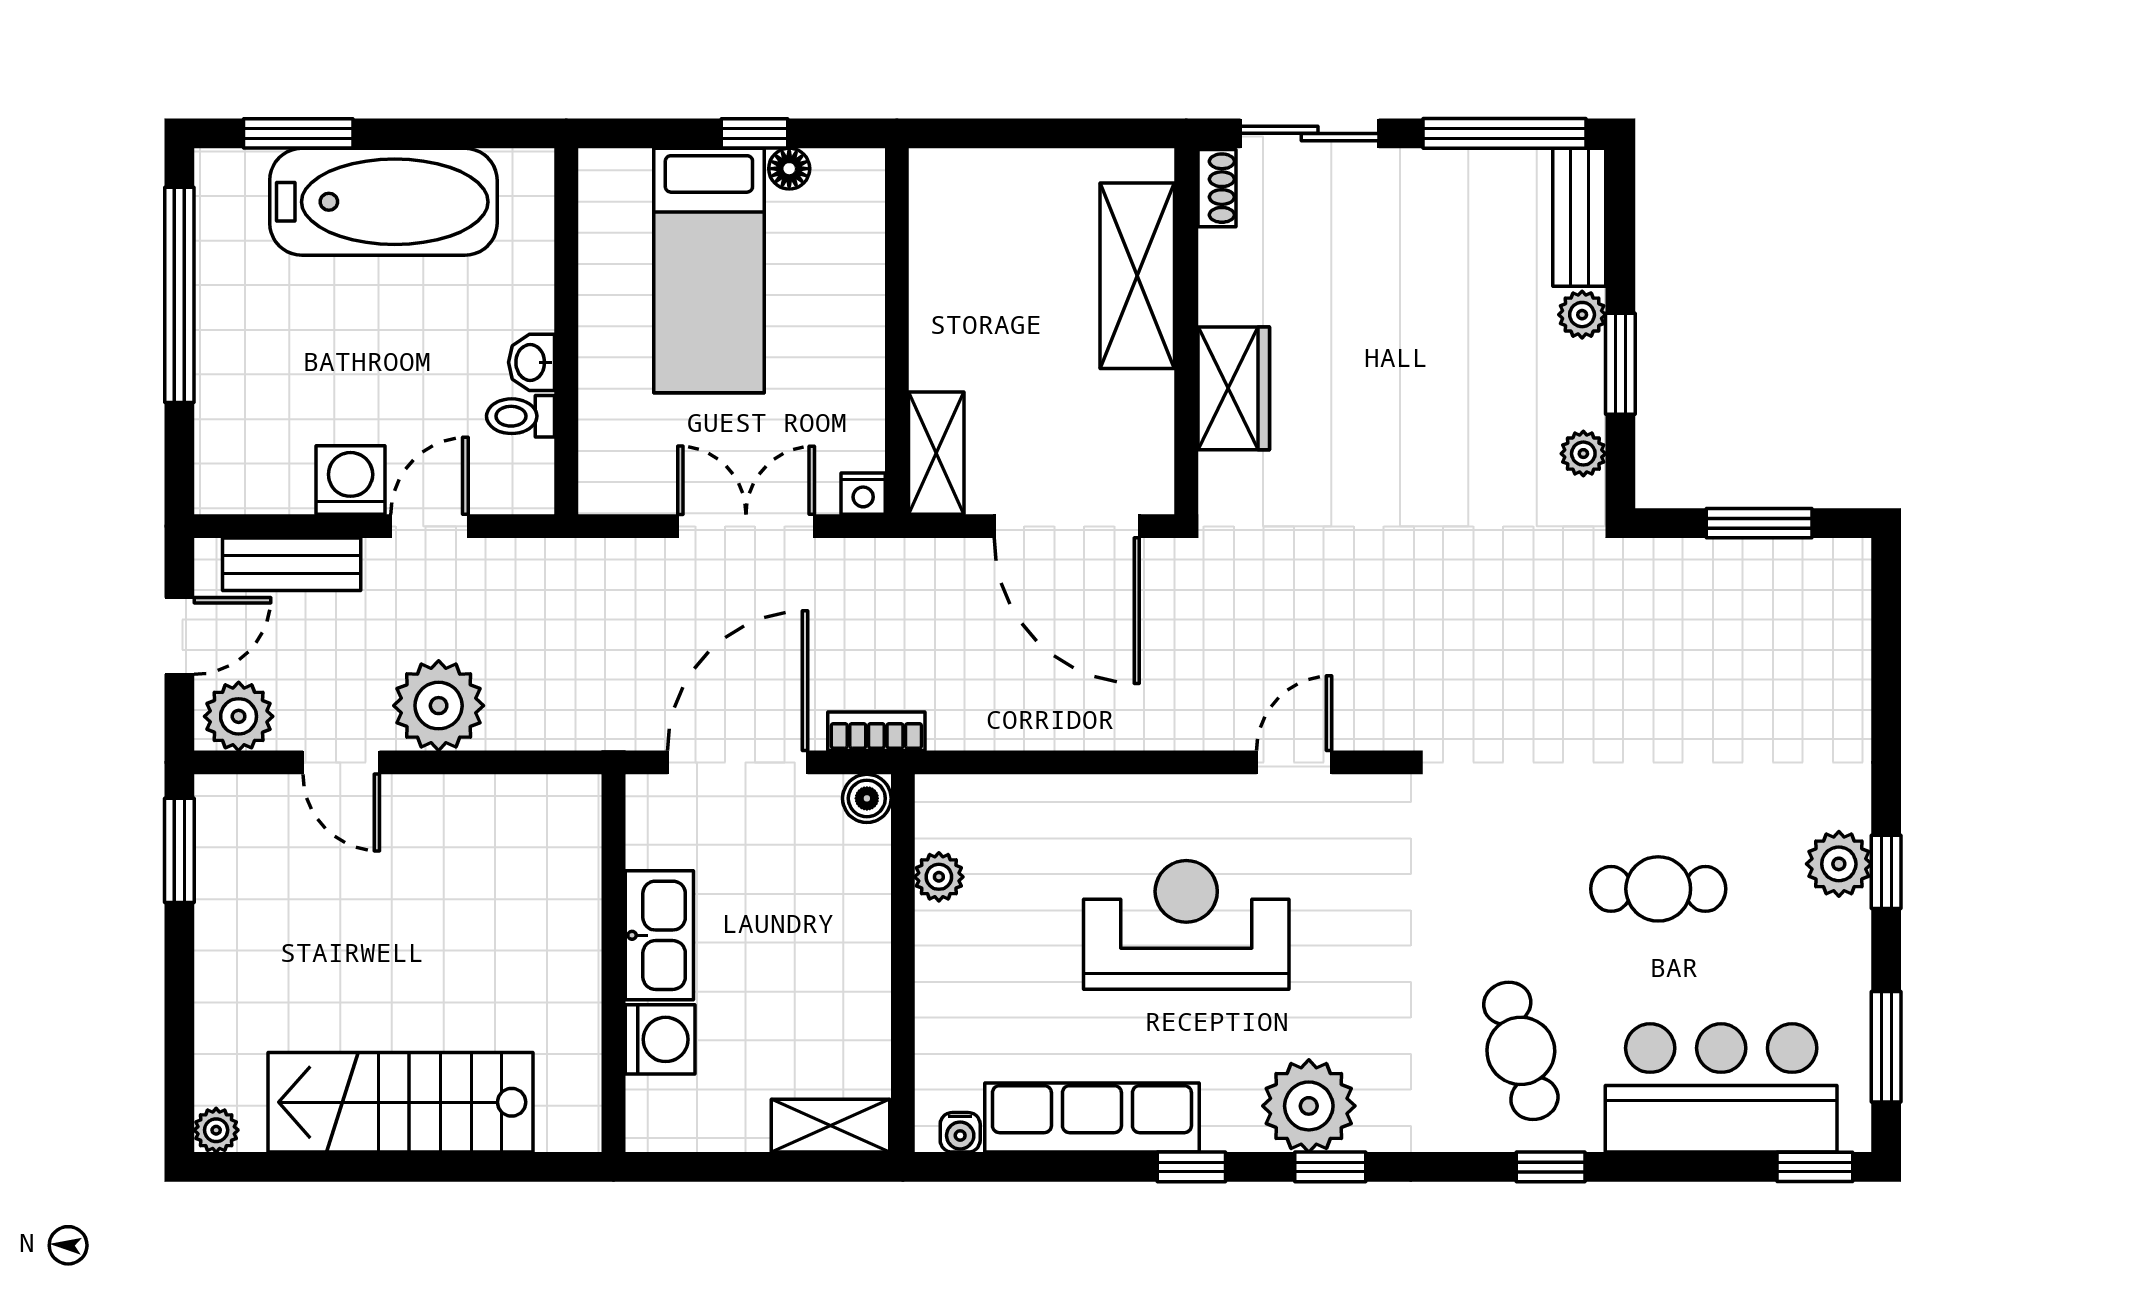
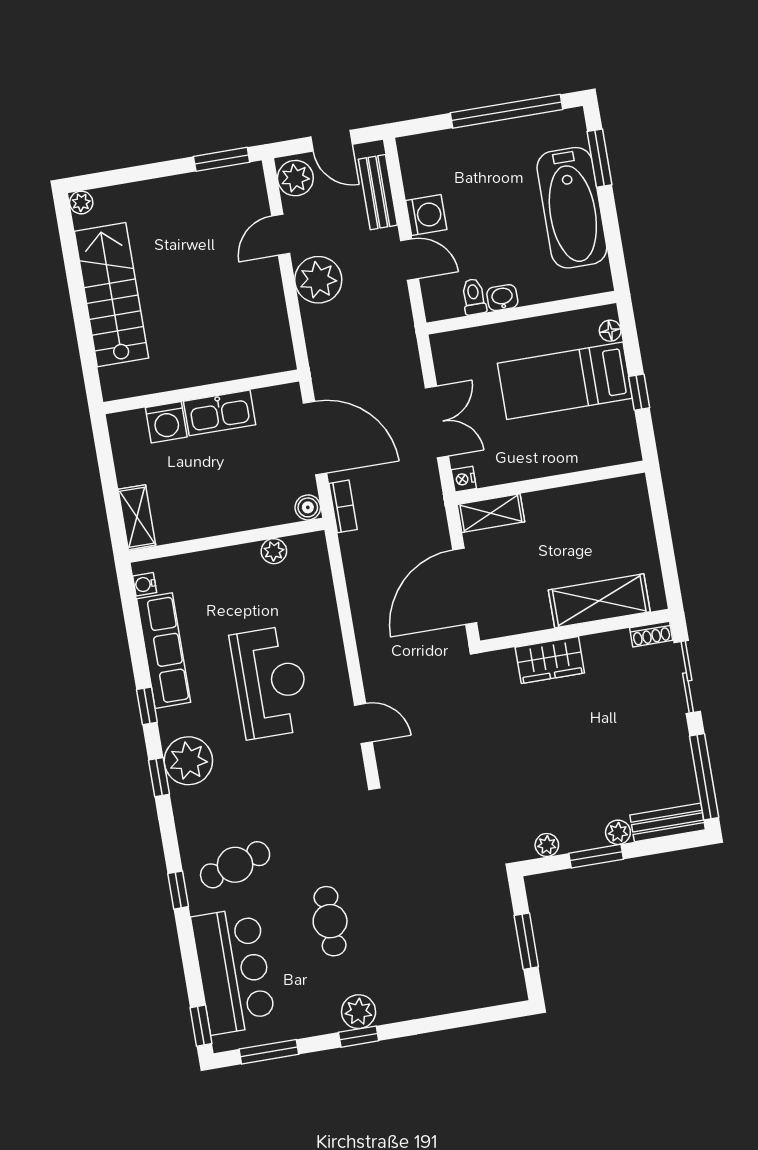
floor lamp: (789, 169) -> (610, 331), moved

